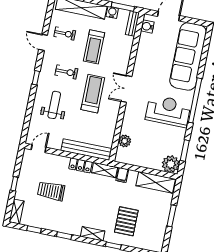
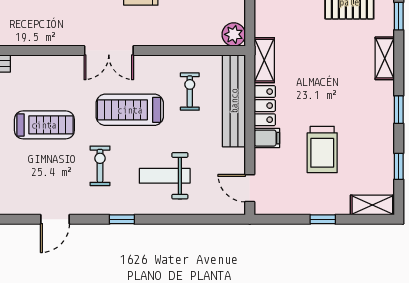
exercise bike: (65, 33) -> (190, 92), moved
plant: (125, 141) -> (234, 34), moved
filing cabinet: (122, 175) -> (267, 138), moved

